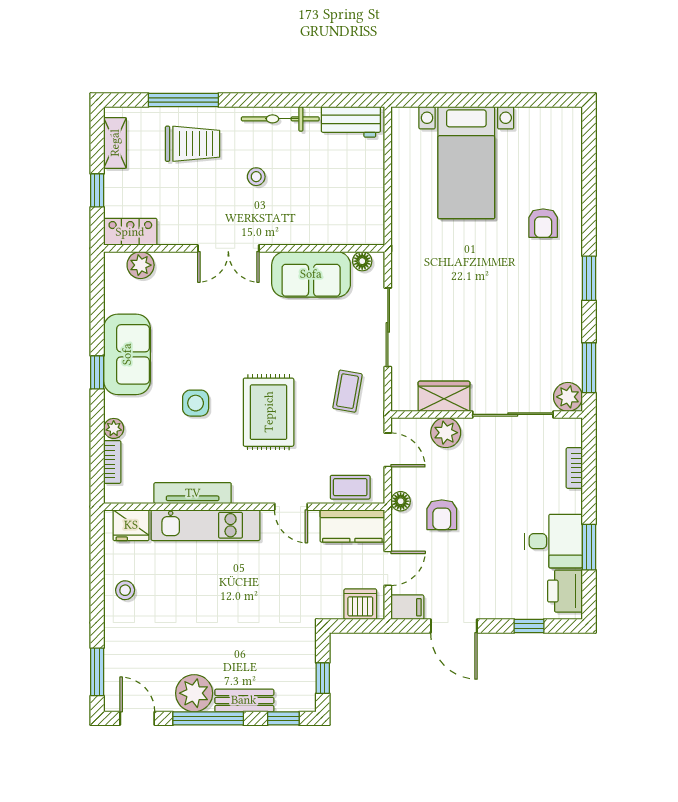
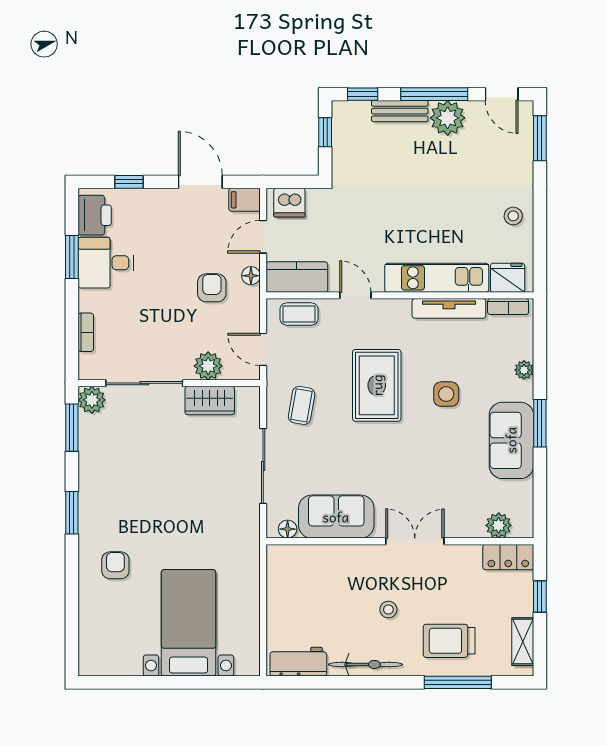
window: (97, 372) -> (540, 423), width x1.50
bookcase: (112, 462) -> (508, 307), moved, turned -90
floor lamp: (401, 501) -> (251, 276), moved

